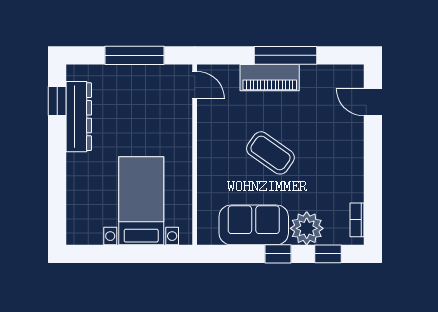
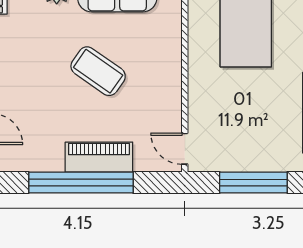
window: (285, 55) -> (81, 183), width x1.46

